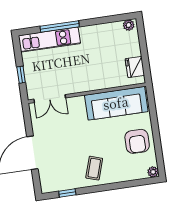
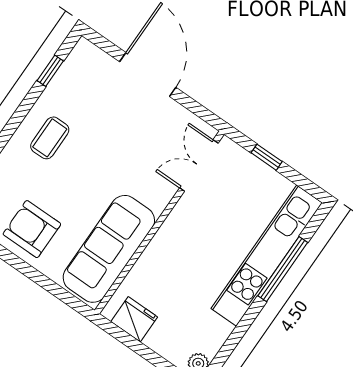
kitchen unit: (49, 40) -> (267, 256), width x1.36
coffee table: (94, 168) -> (50, 138), turned 72

